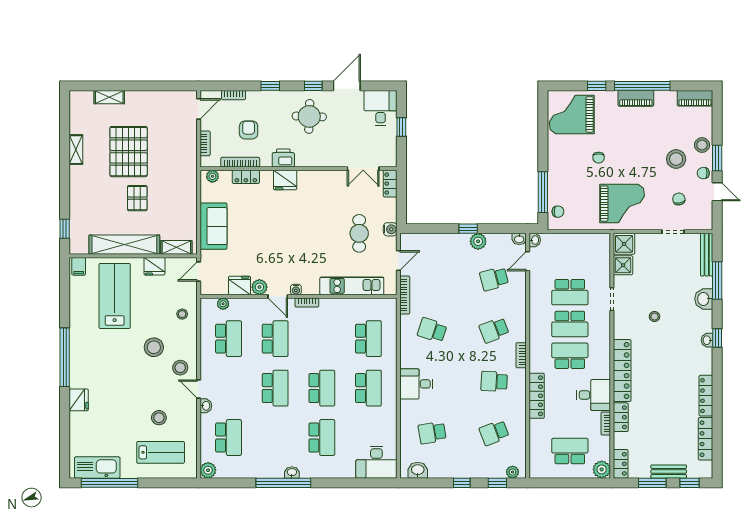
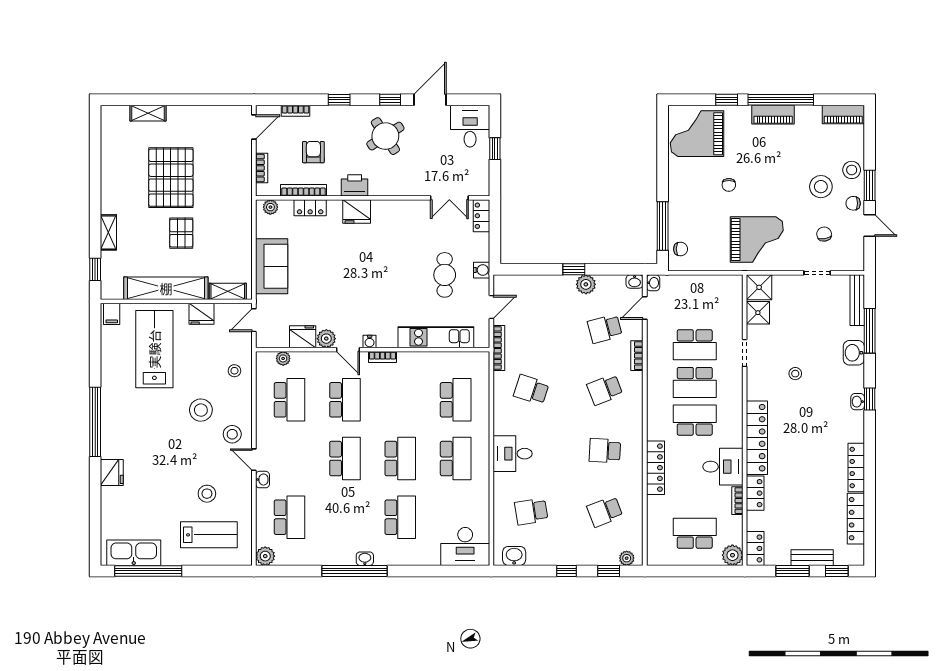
round table: (309, 116) -> (385, 136), turned -35
shelving: (76, 150) -> (108, 232), moved
bookcase: (521, 355) -> (637, 356), moved

